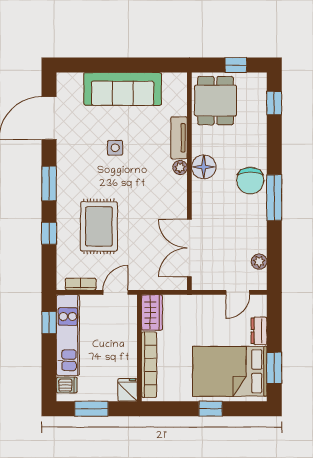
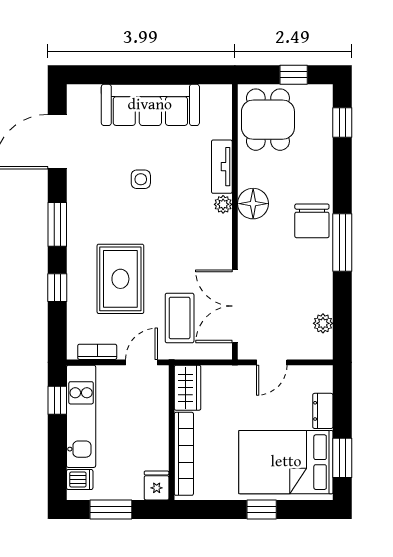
coffee table: (146, 257) -> (180, 318), added
door: (238, 292) -> (272, 362), moved

